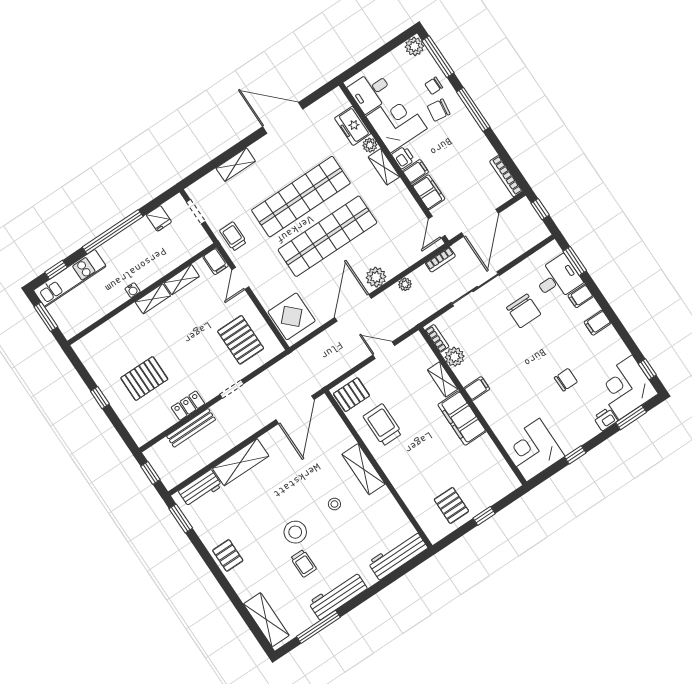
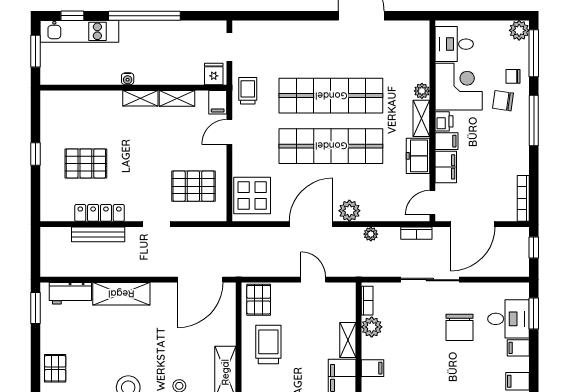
freezer: (353, 126) -> (418, 156), moved
shelving: (236, 165) -> (292, 29), removed
fridge: (159, 218) -> (214, 74), moved, turned 180
pallet: (241, 340) -> (193, 186), turned 90
pallet: (351, 395) -> (259, 300), turned 90
locker: (188, 406) -> (100, 213), width x1.53
window: (150, 473) -> (36, 250), removed

